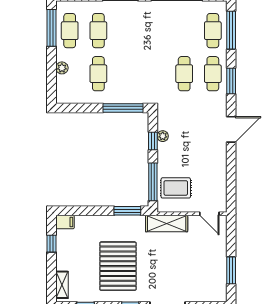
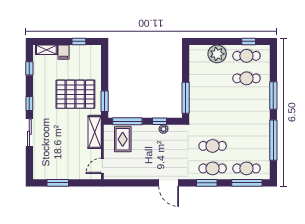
window: (51, 28) -> (249, 41), width x0.46
plant: (62, 68) -> (217, 54), width x1.87, depth x1.87
cafe table: (98, 74) -> (213, 78), removed
filing cabinet: (65, 222) -> (64, 52), moved
pallet: (118, 266) -> (75, 94), moved

